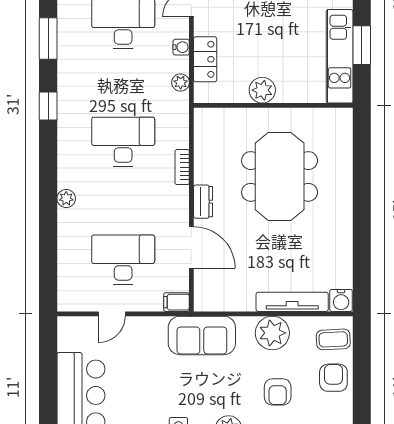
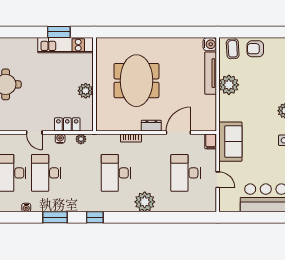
meeting table: (280, 176) -> (136, 81), turned 90
plant: (66, 198) -> (145, 202), width x1.87, depth x1.87
sofa: (202, 335) -> (230, 142), moved
armchair: (278, 392) -> (264, 82), removed

